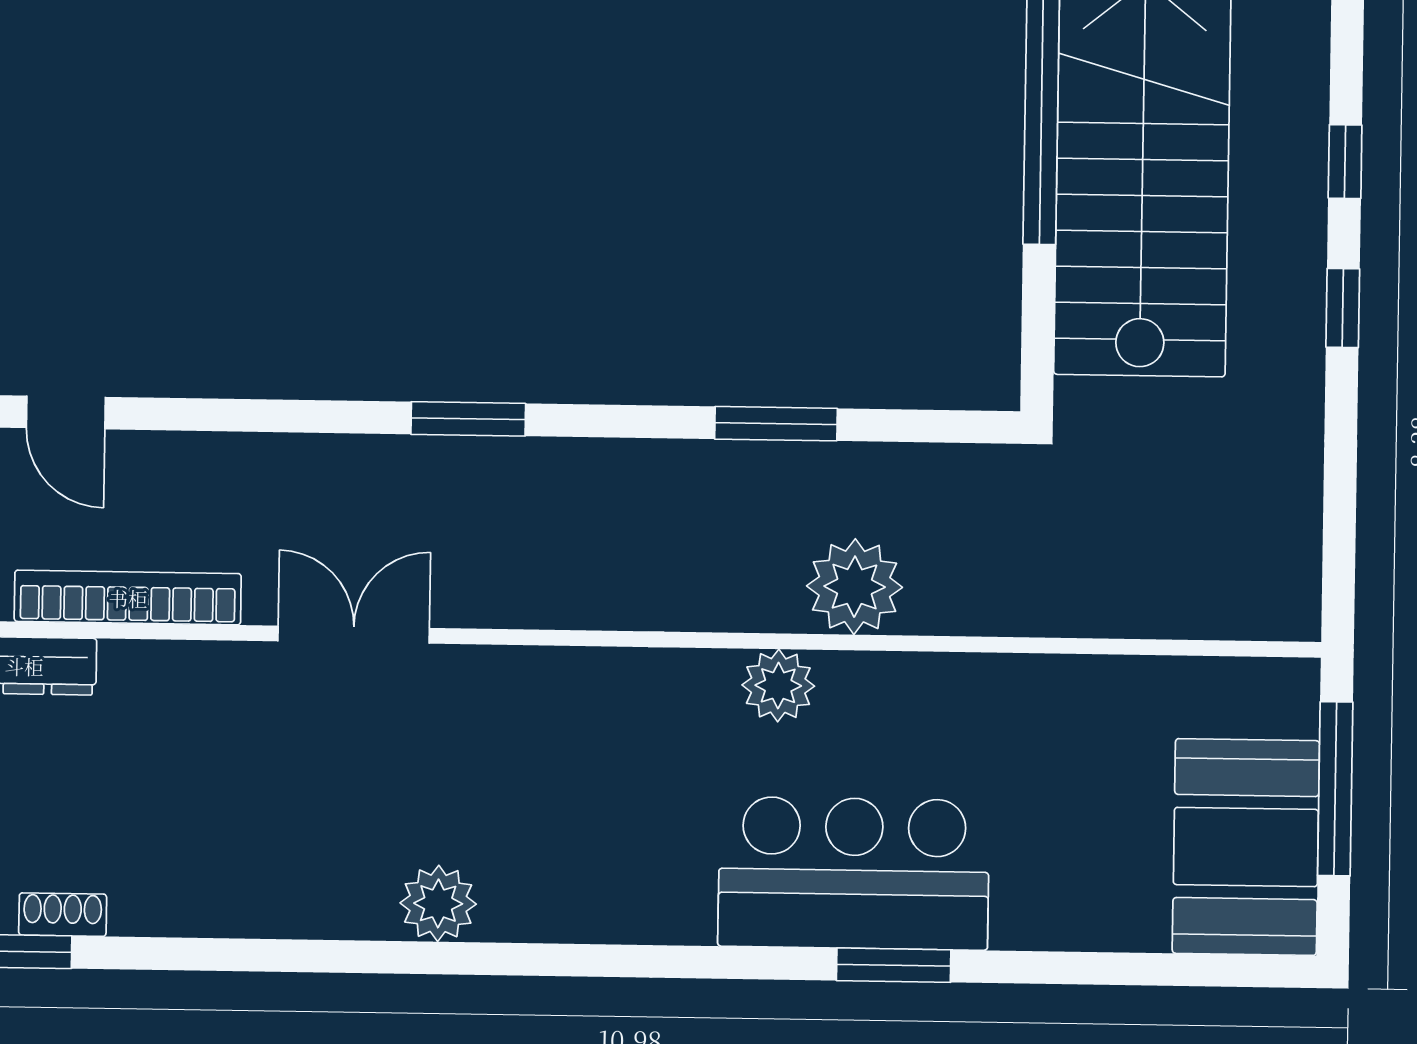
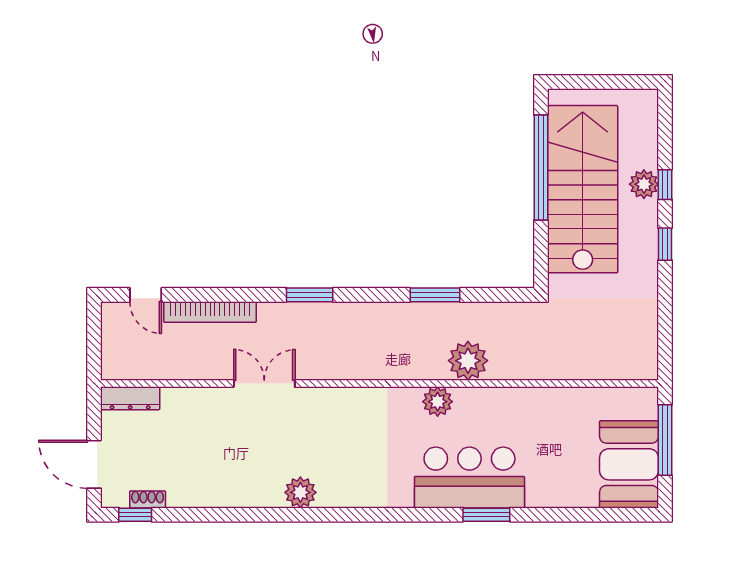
plant: (1293, 160) -> (644, 184), added
bookcase: (128, 598) -> (210, 312), moved, turned 180

